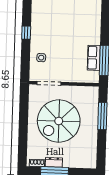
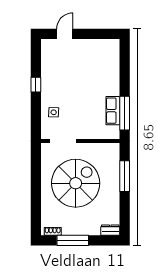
spiral stairs: (59, 121) -> (76, 183), turned 180
dresser: (54, 162) -> (110, 230), moved

